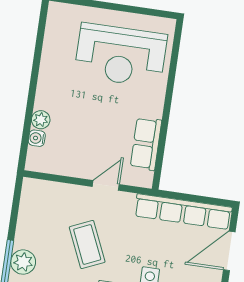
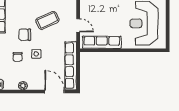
row of seats: (146, 144) -> (102, 42), width x1.48

